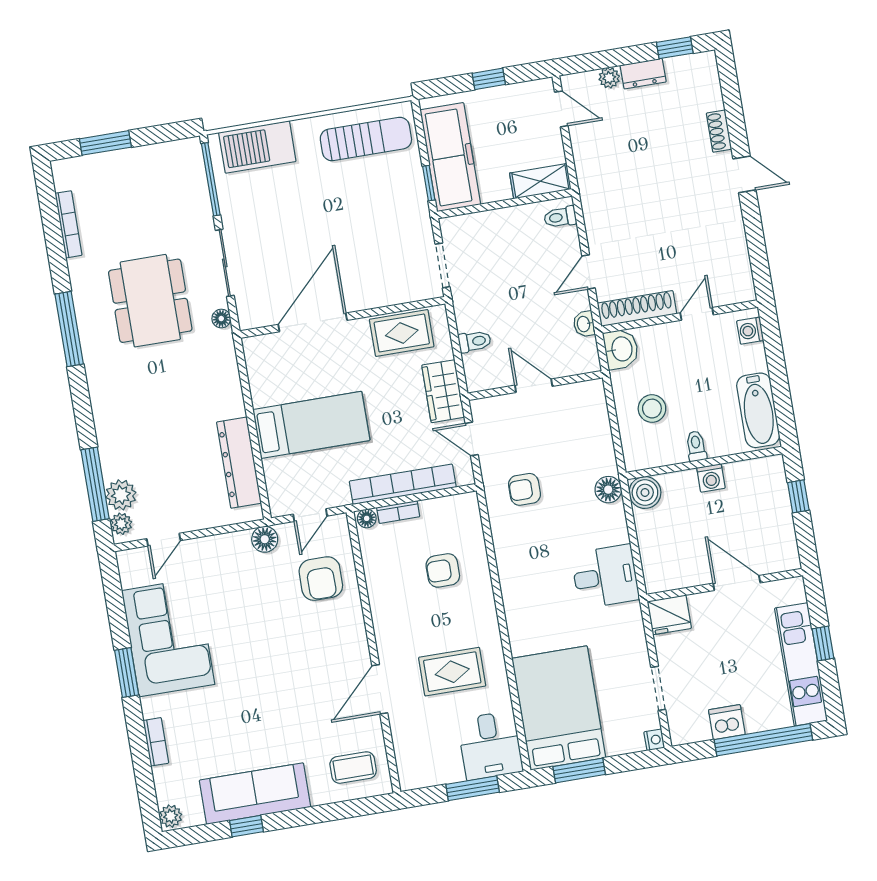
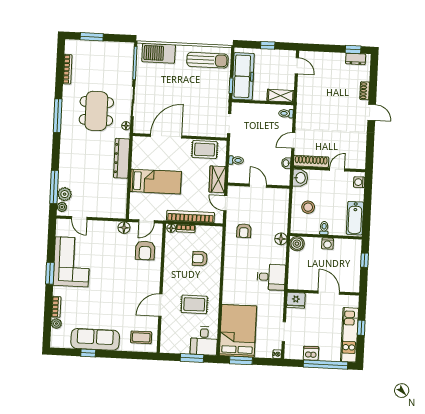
dresser: (643, 74) -> (356, 59), moved
plant: (609, 78) -> (321, 57), removed
dresser: (239, 463) -> (122, 158), moved
armchair: (524, 489) -> (244, 231), turned -90
door: (164, 540) -> (79, 218), hinge flipped
plant: (171, 816) -> (56, 324), moved

